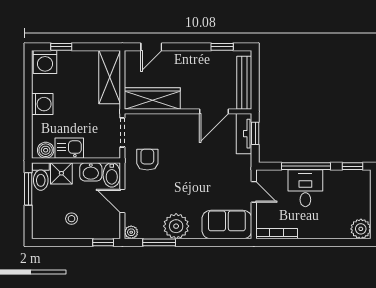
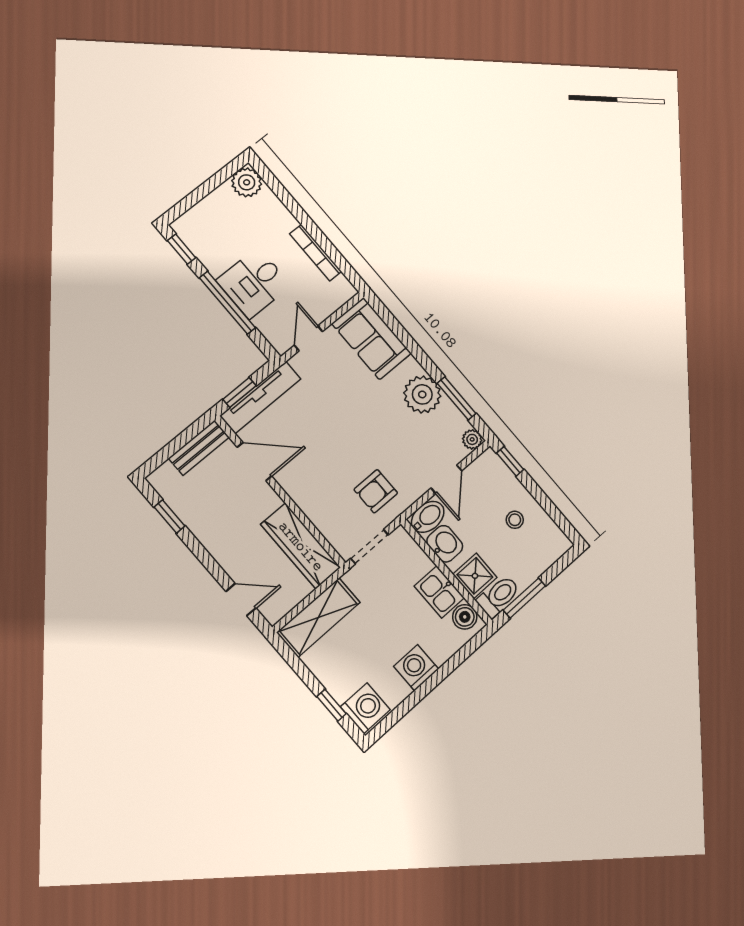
bench: (244, 83) -> (199, 448), width x0.73
tv unit: (244, 134) -> (260, 397), width x1.41
bookcase: (277, 234) -> (316, 253), moved

